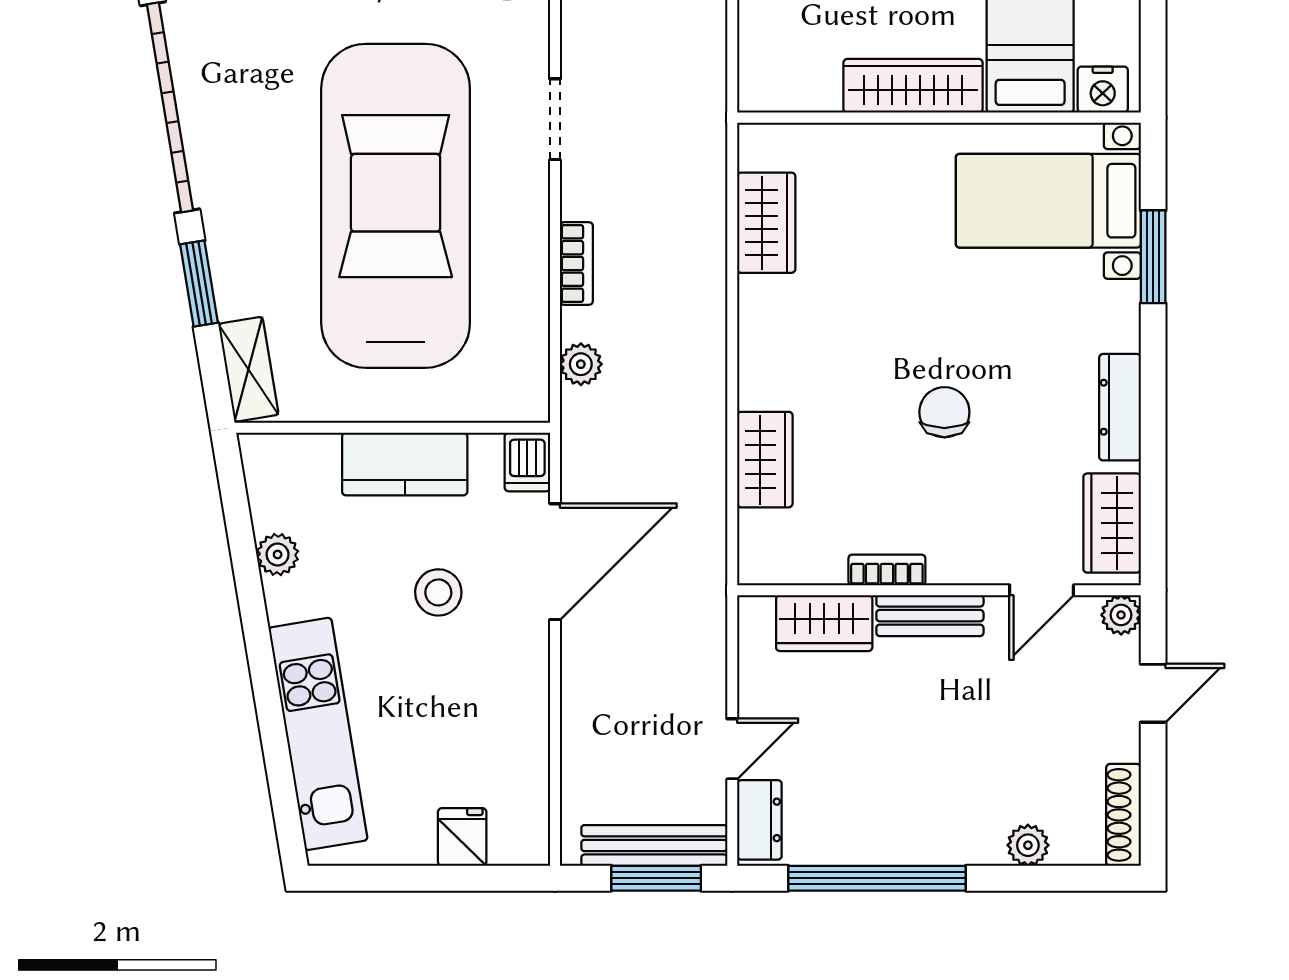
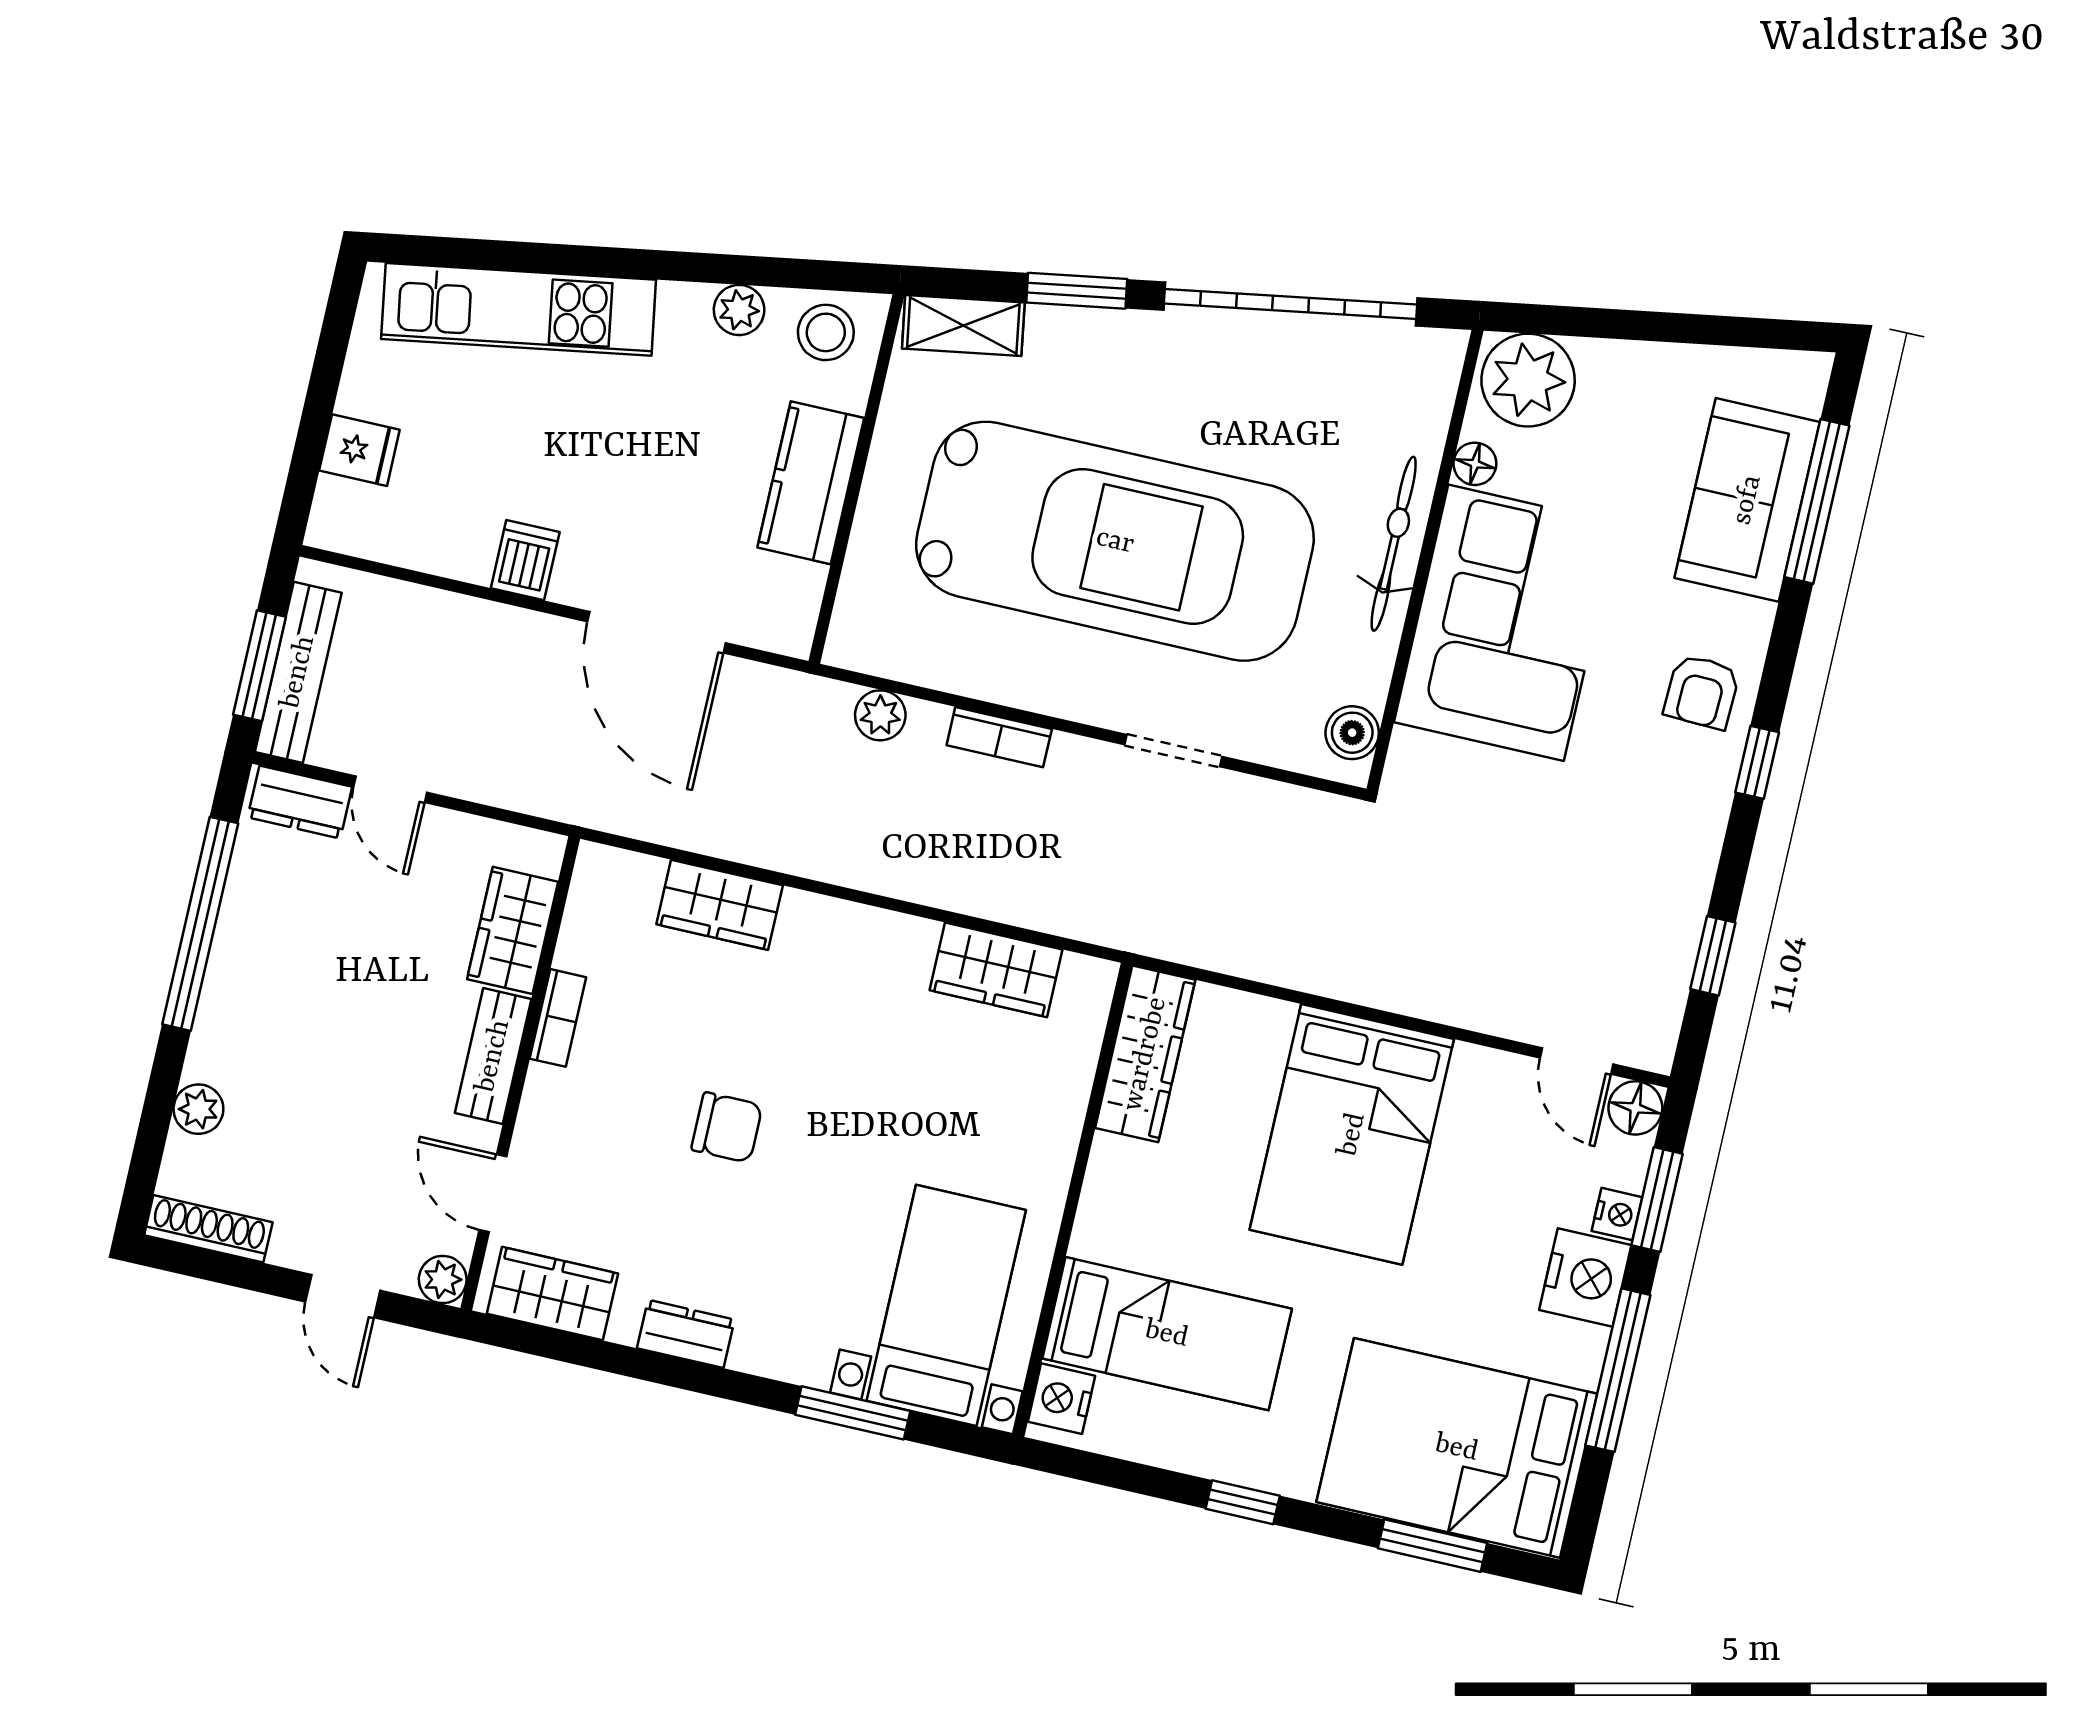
wardrobe: (913, 86) -> (1145, 1054), moved
dresser: (1120, 407) -> (686, 1334), width x0.70
dishwasher: (527, 462) -> (525, 560), moved, turned 90
stool: (438, 592) -> (826, 332), moved

